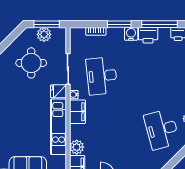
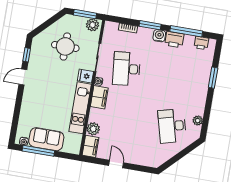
plant: (44, 34) -> (93, 25), moved

